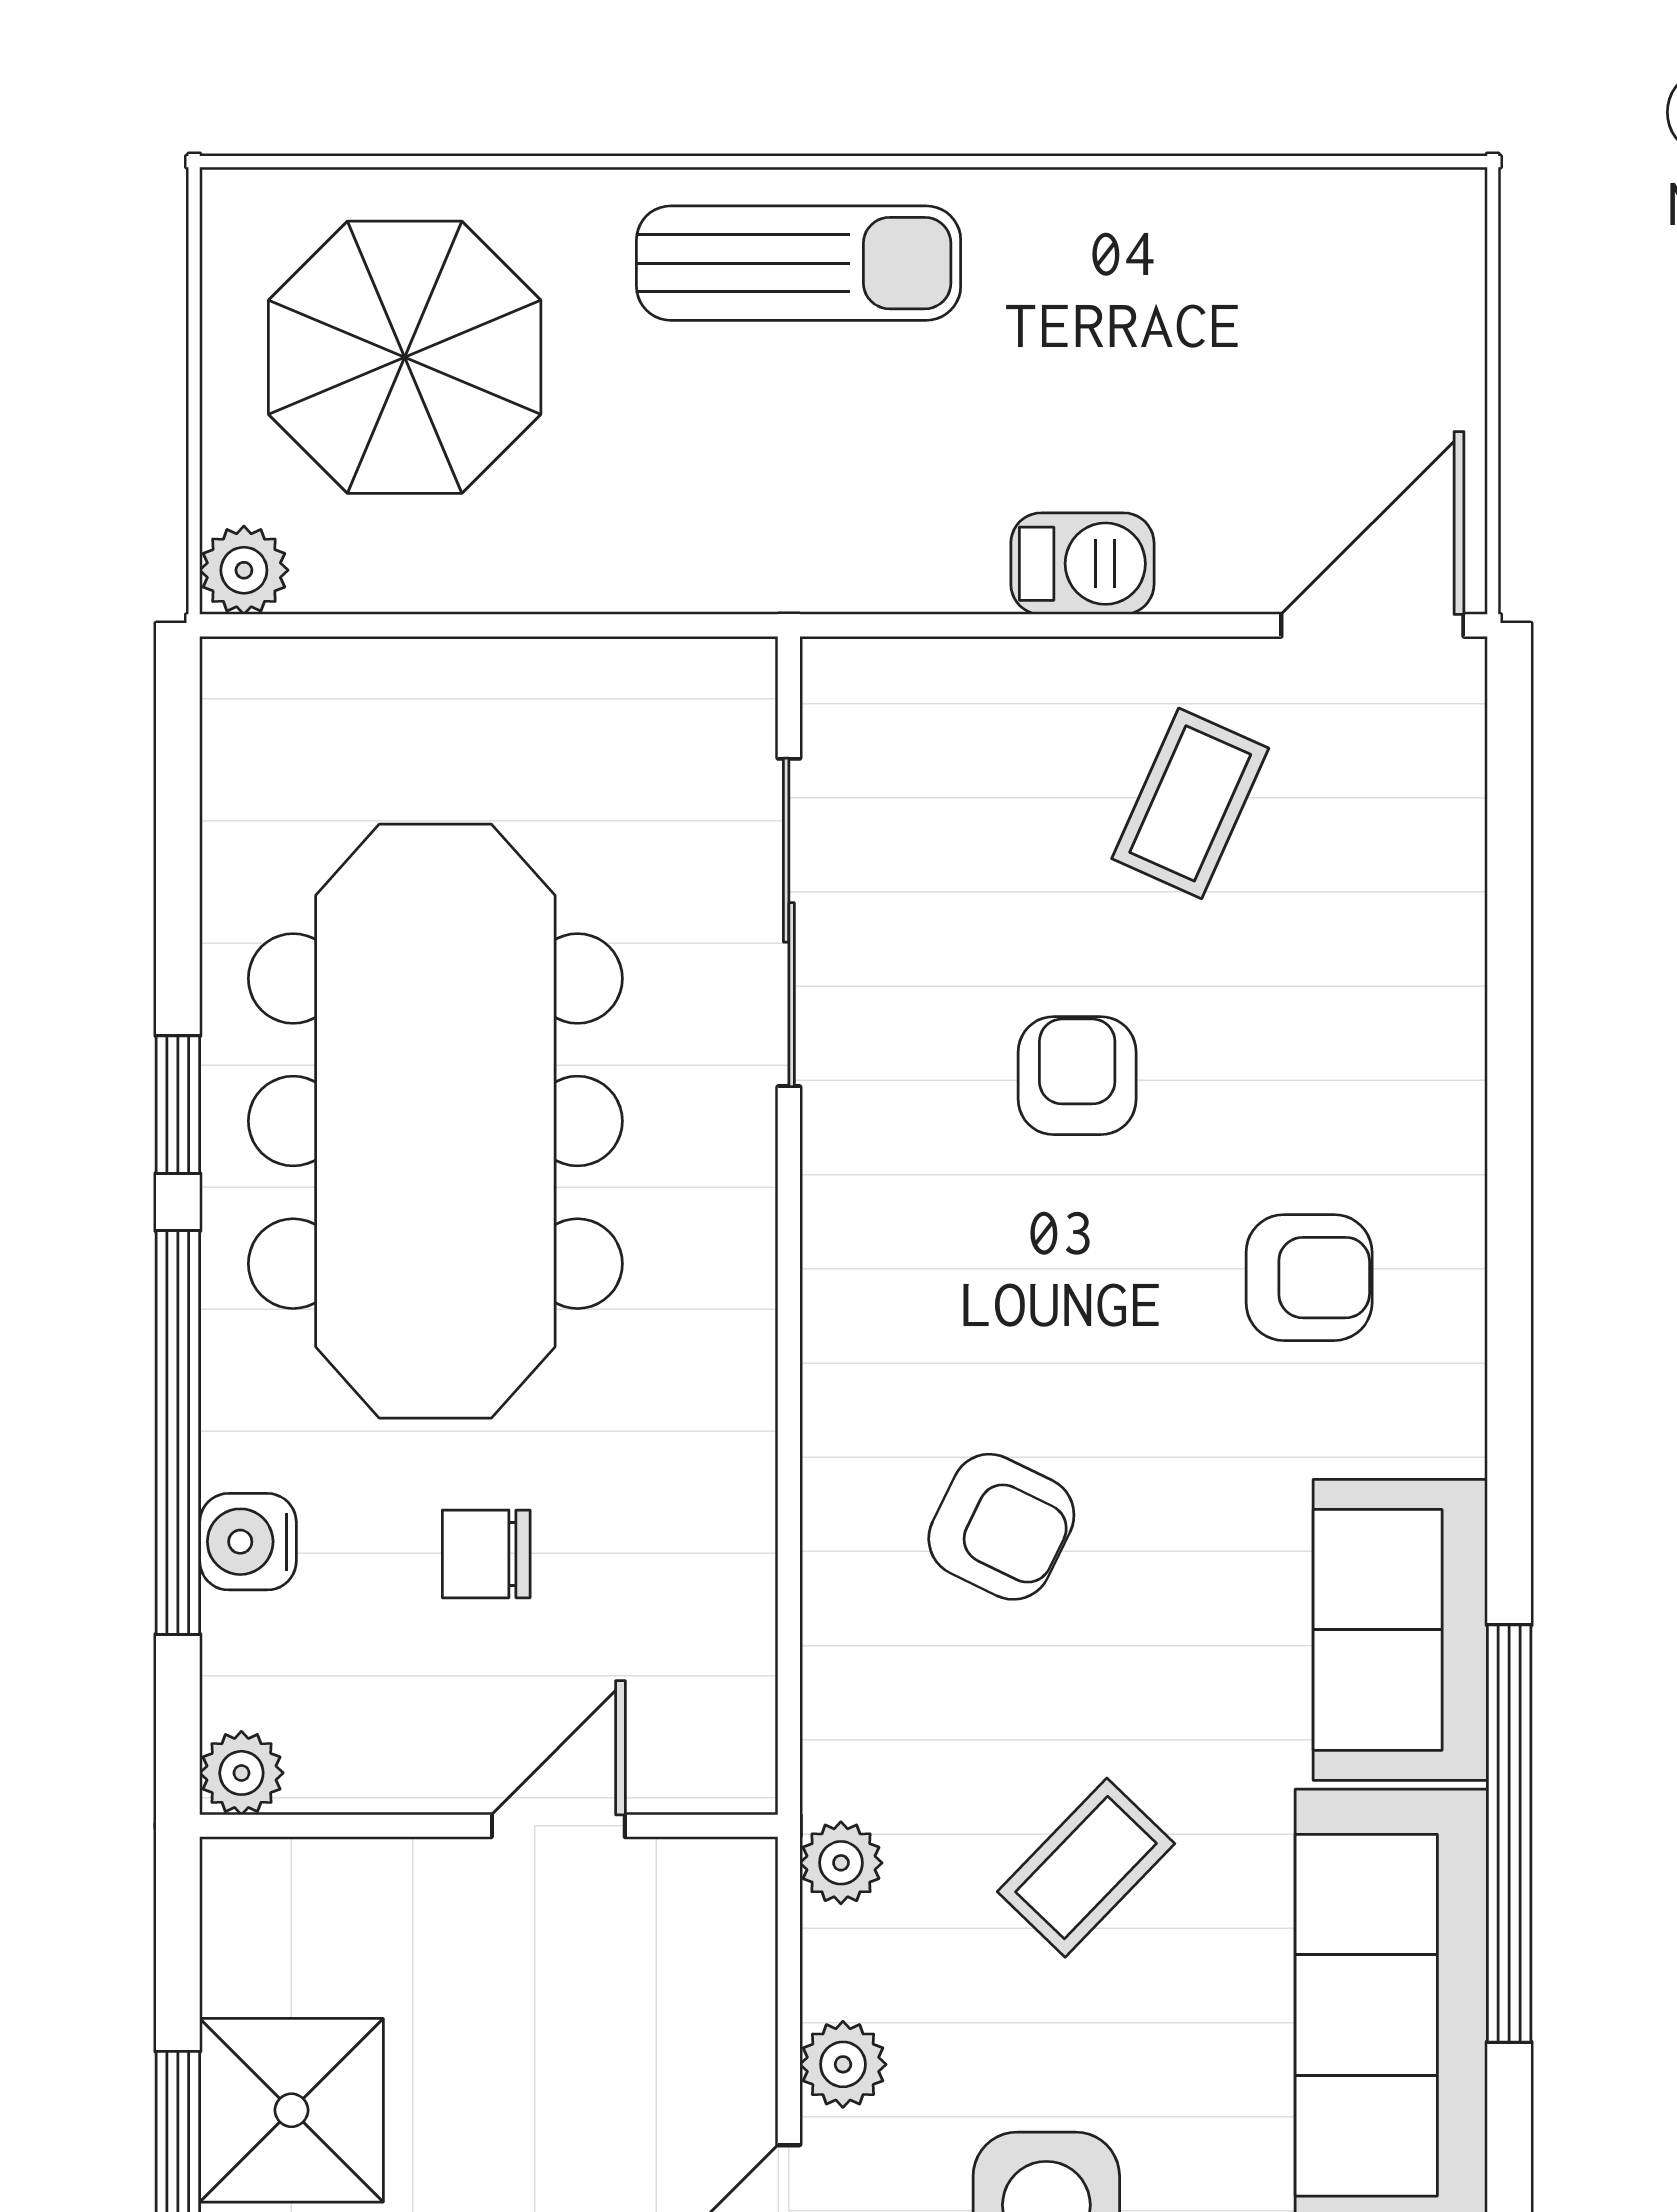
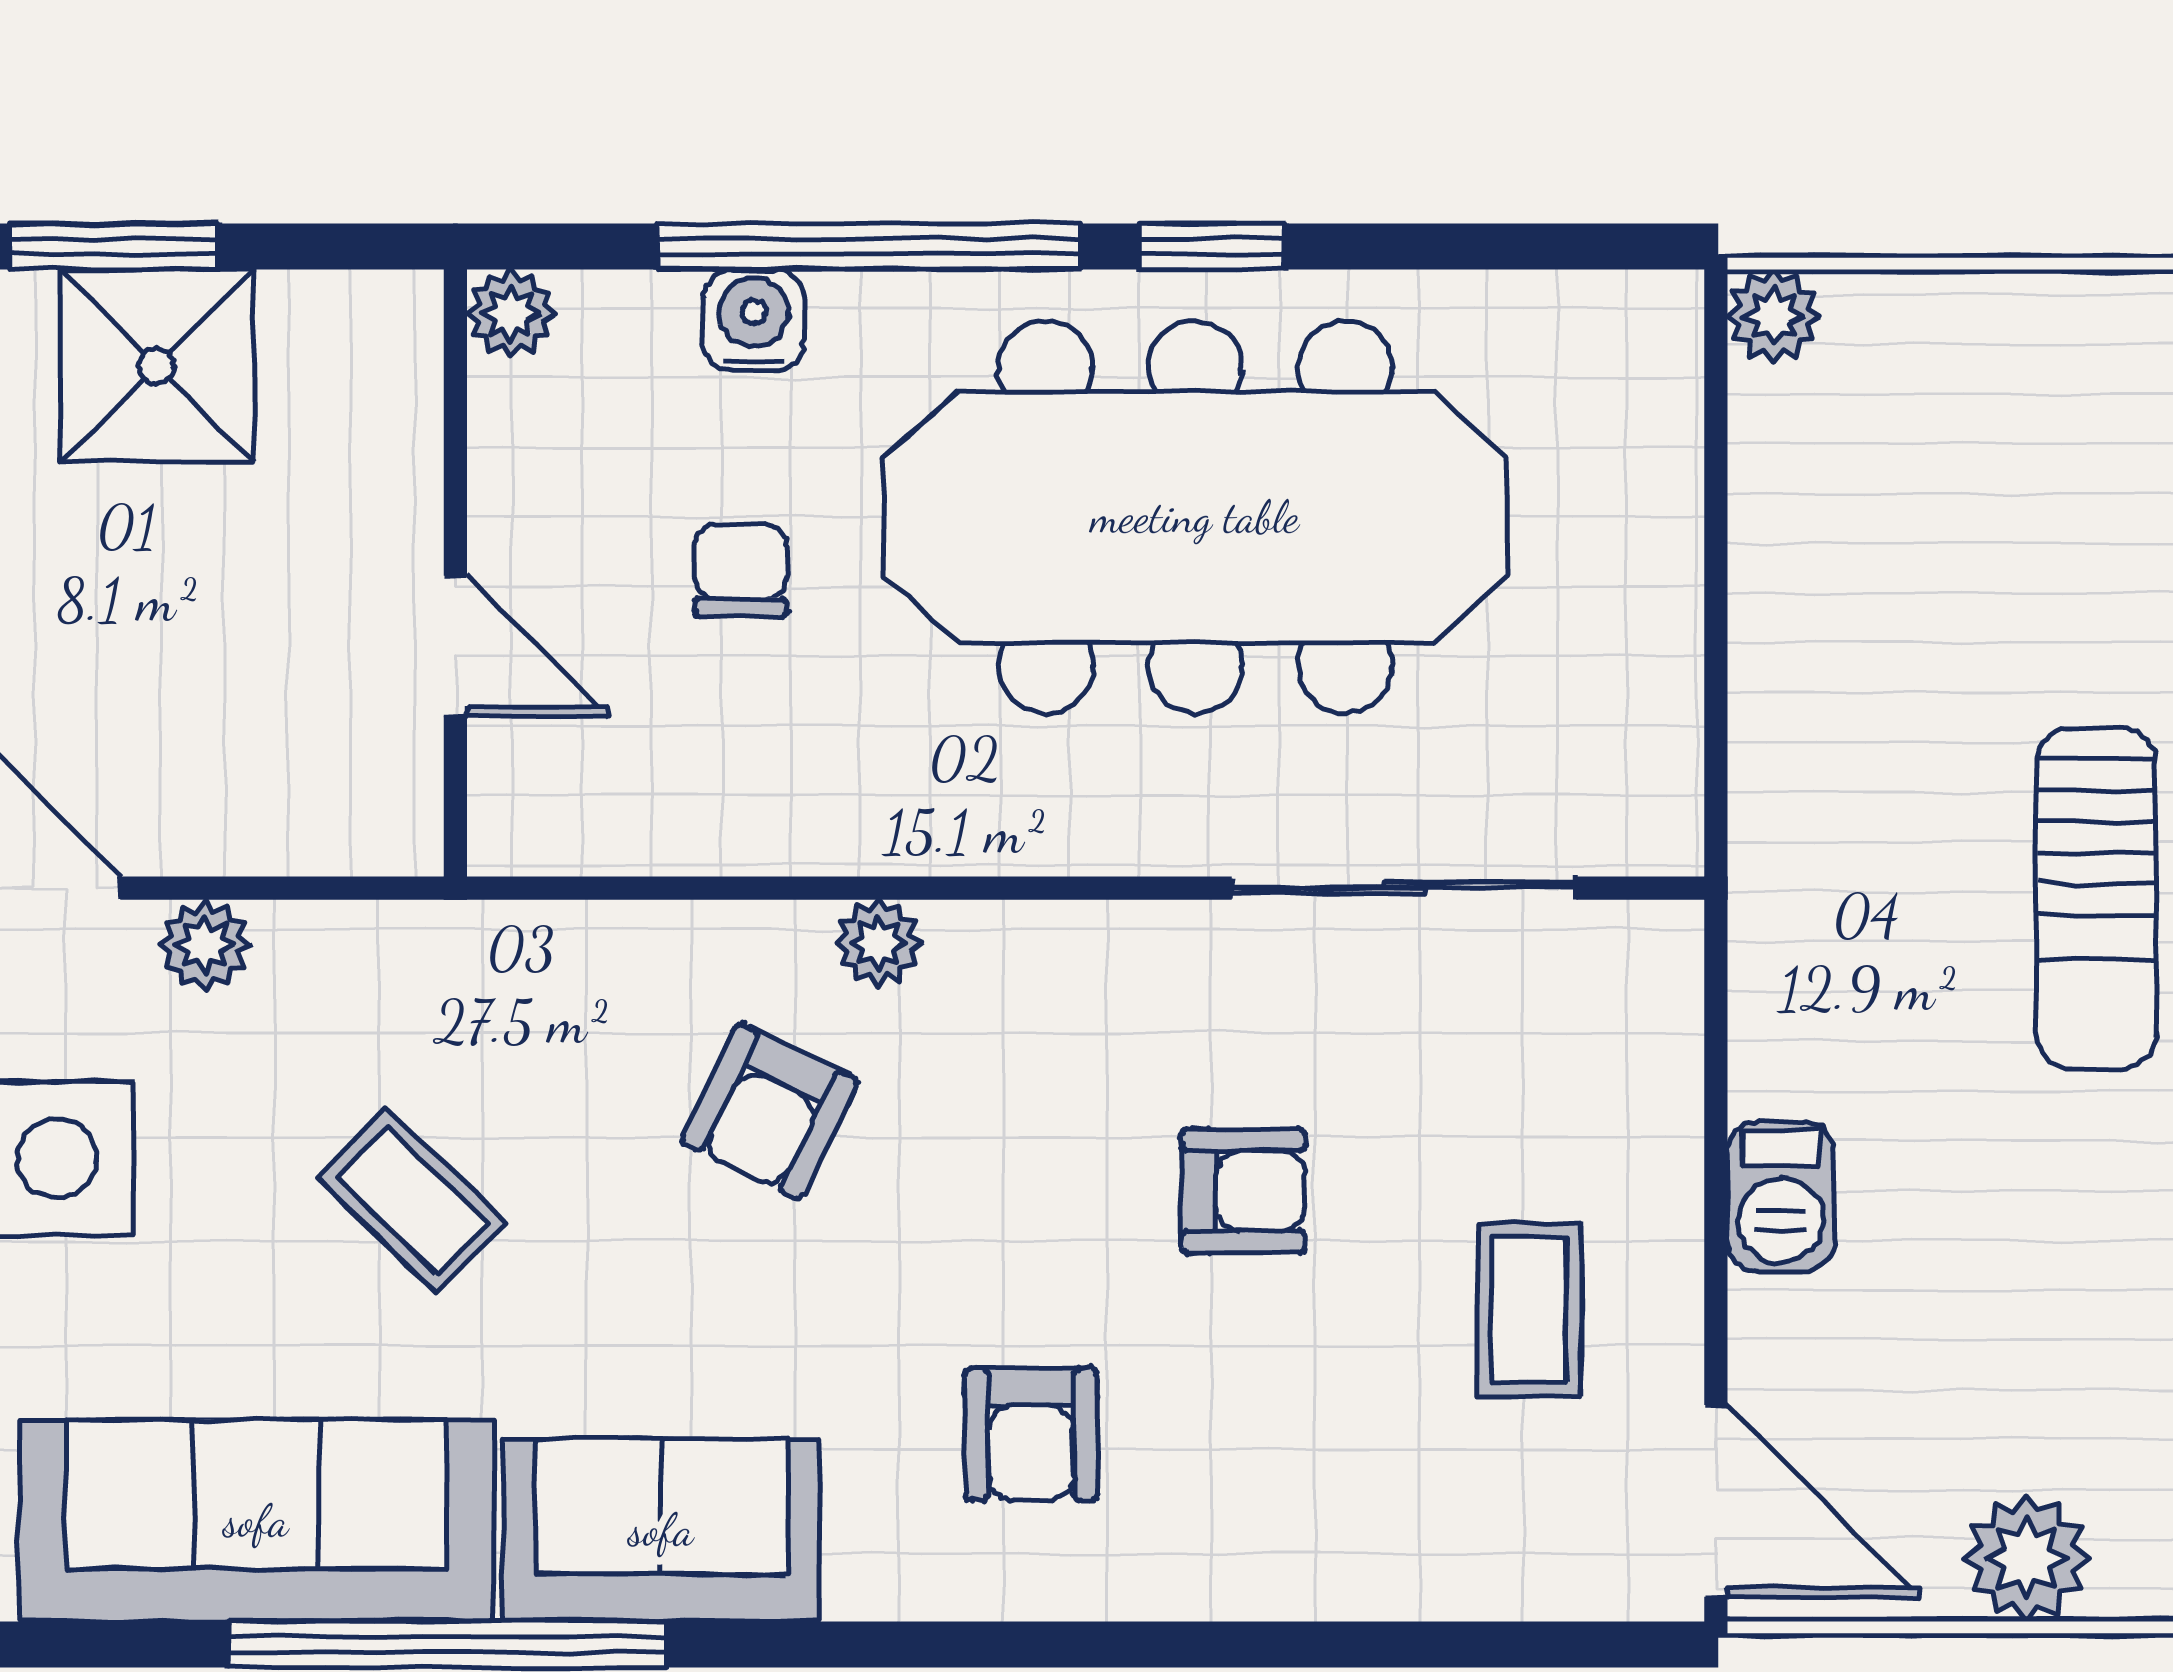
plant: (1427, 330) -> (2027, 1558), added
parasol: (405, 357) -> (1997, 485), removed
coffee table: (1190, 803) -> (1529, 1310), turned 66
plant: (841, 1863) -> (878, 943), moved

